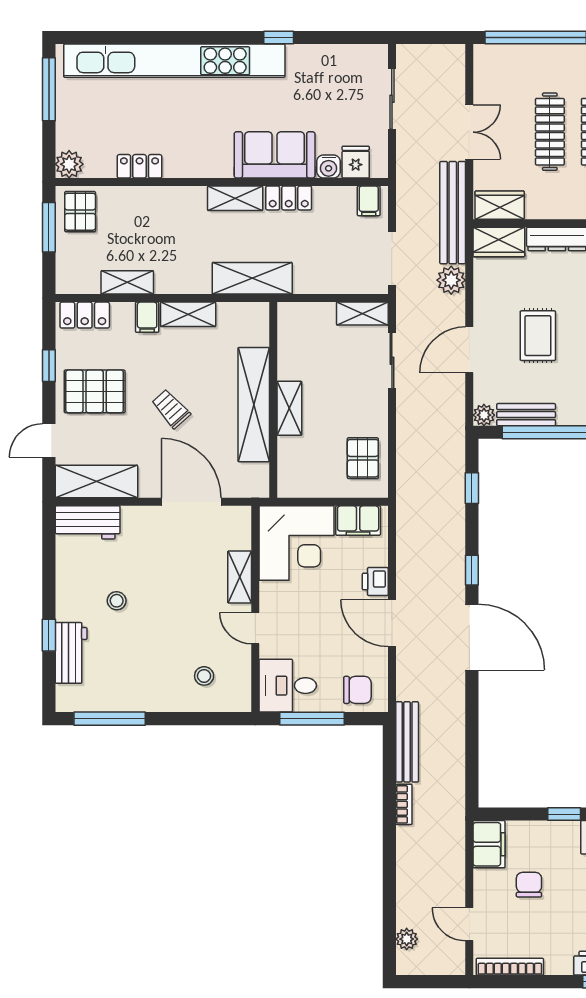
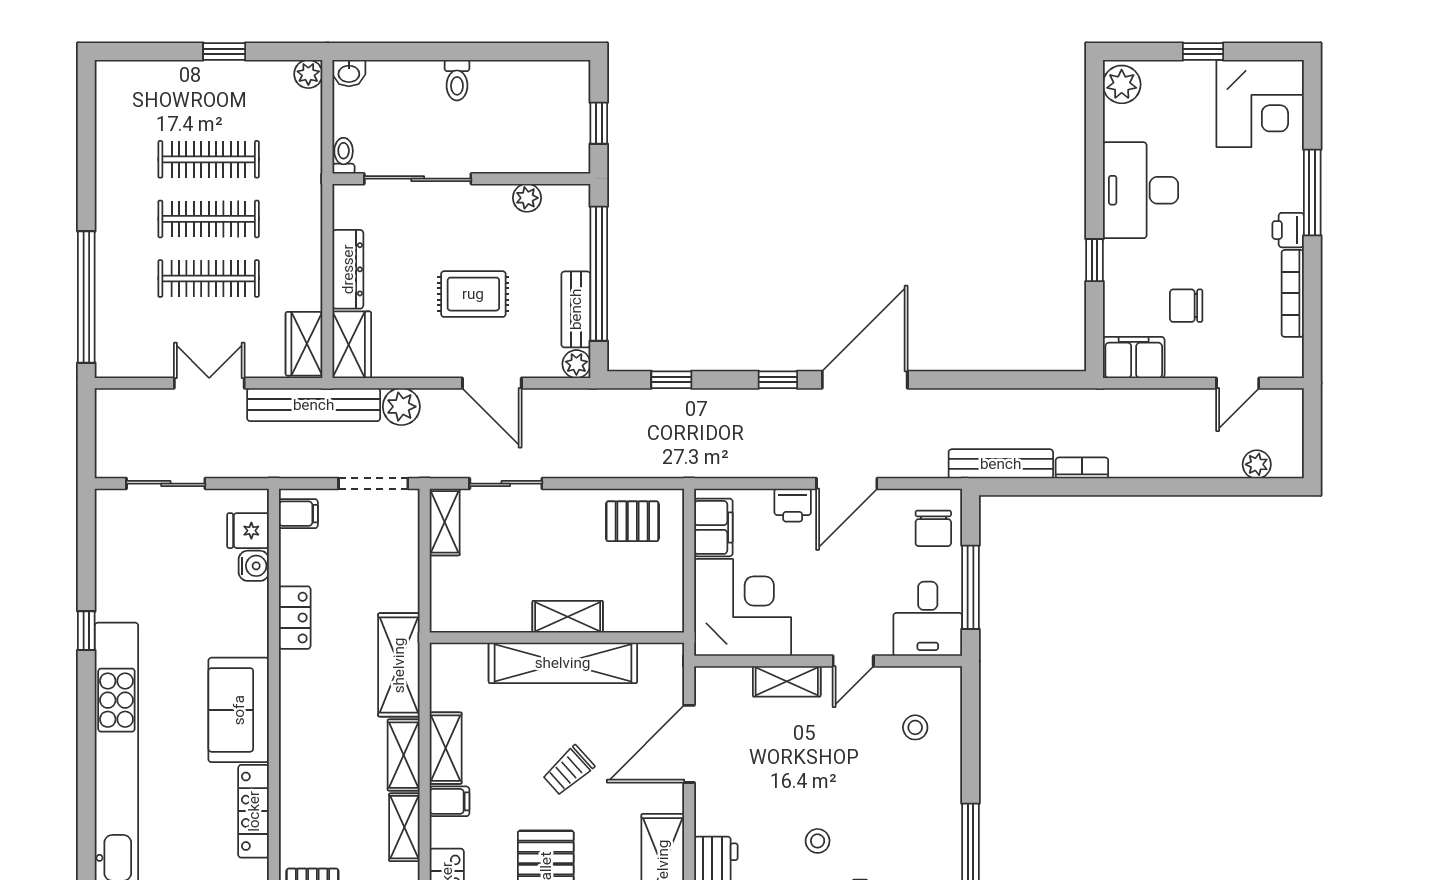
sofa: (275, 155) -> (239, 710), moved
locker: (139, 166) -> (254, 811), width x1.53
shelving: (235, 198) -> (404, 755), moved
chair: (357, 690) -> (933, 528), turned 180
bookcase: (510, 967) -> (1293, 293), moved

